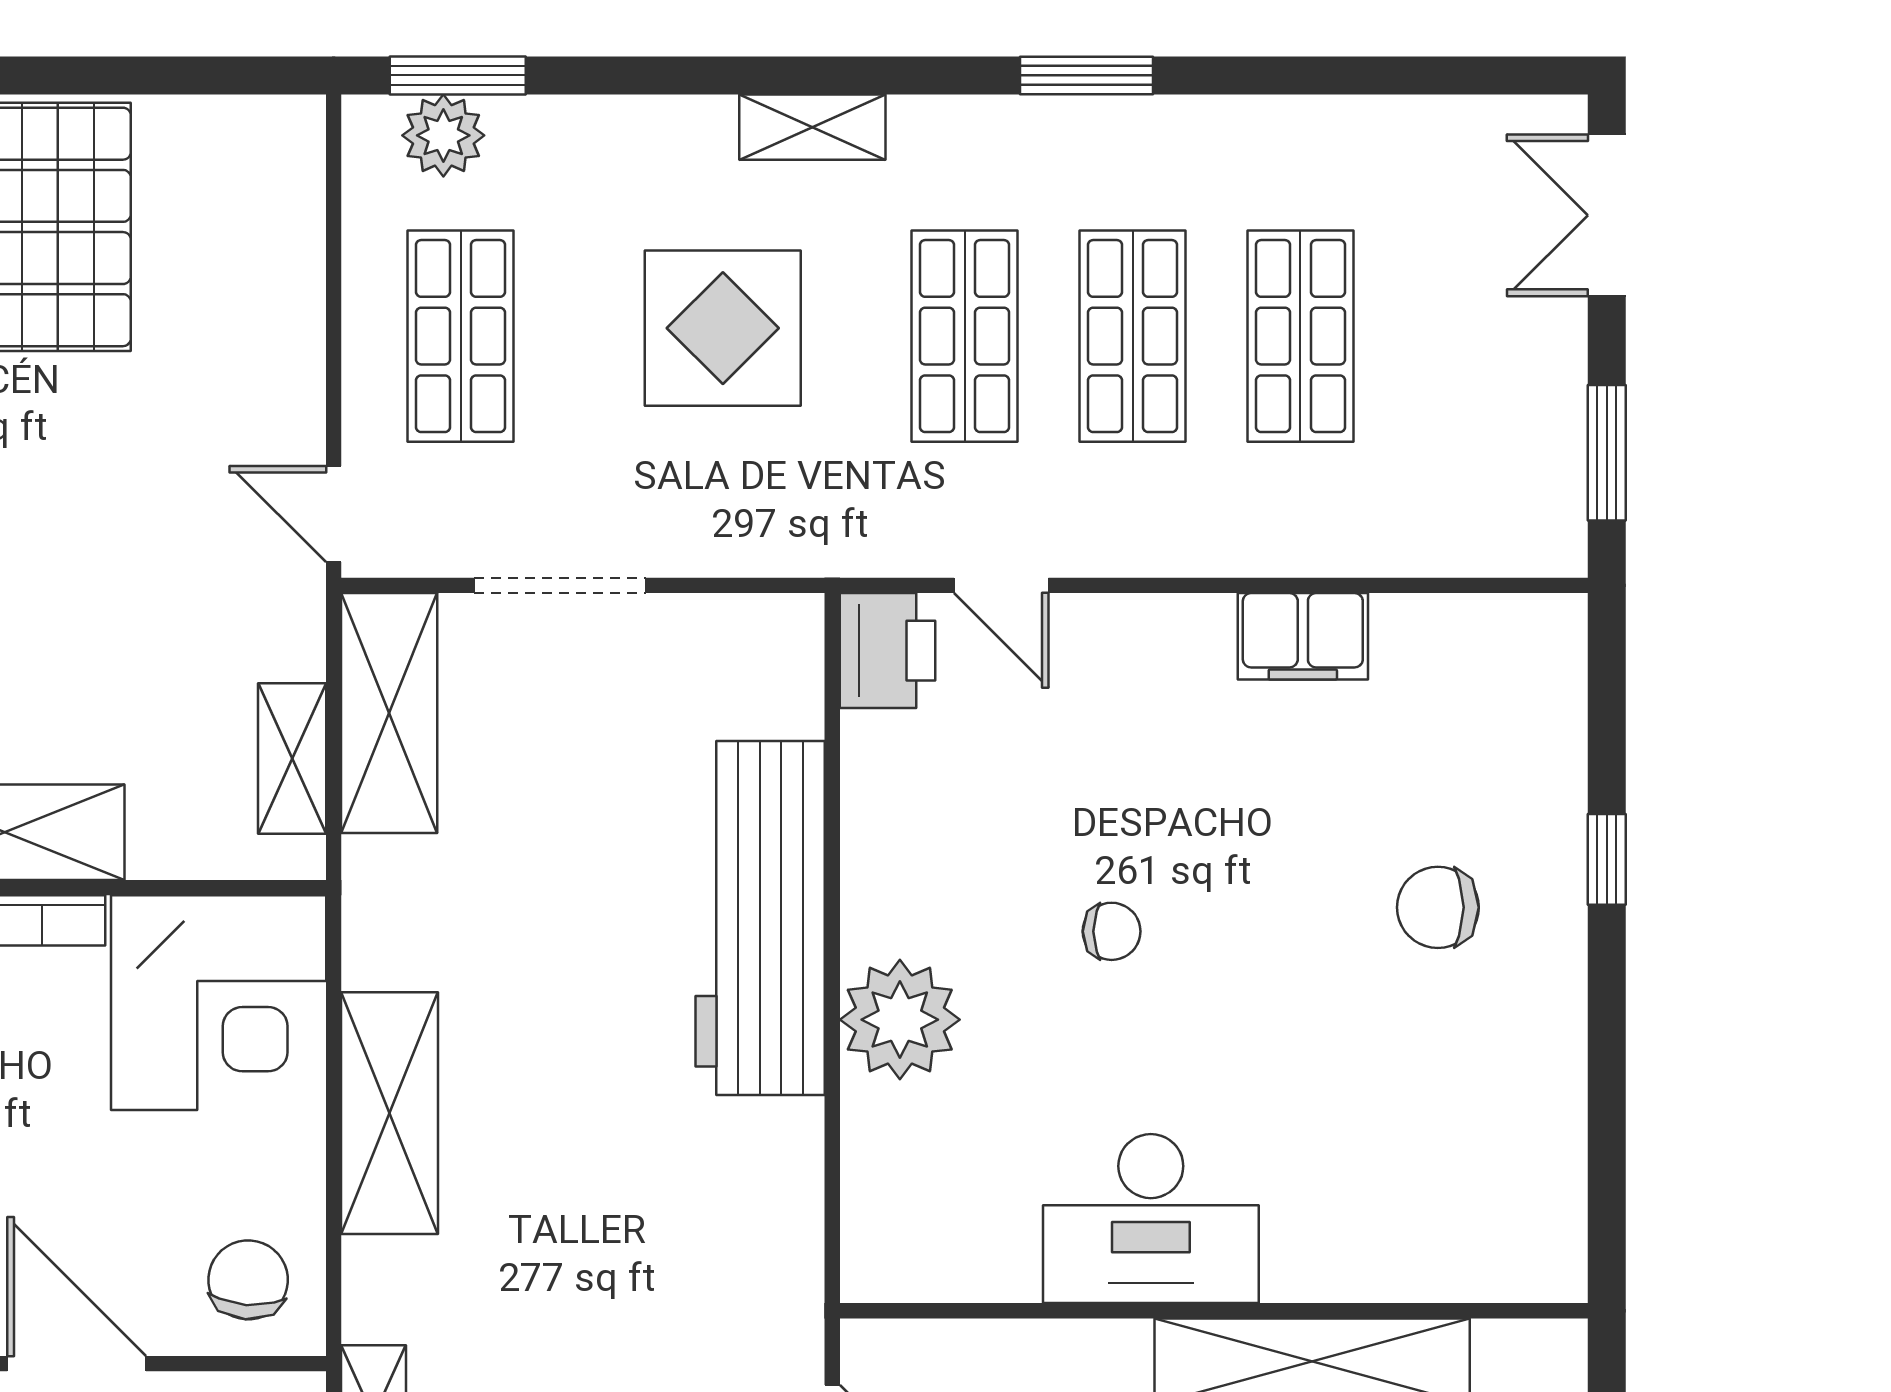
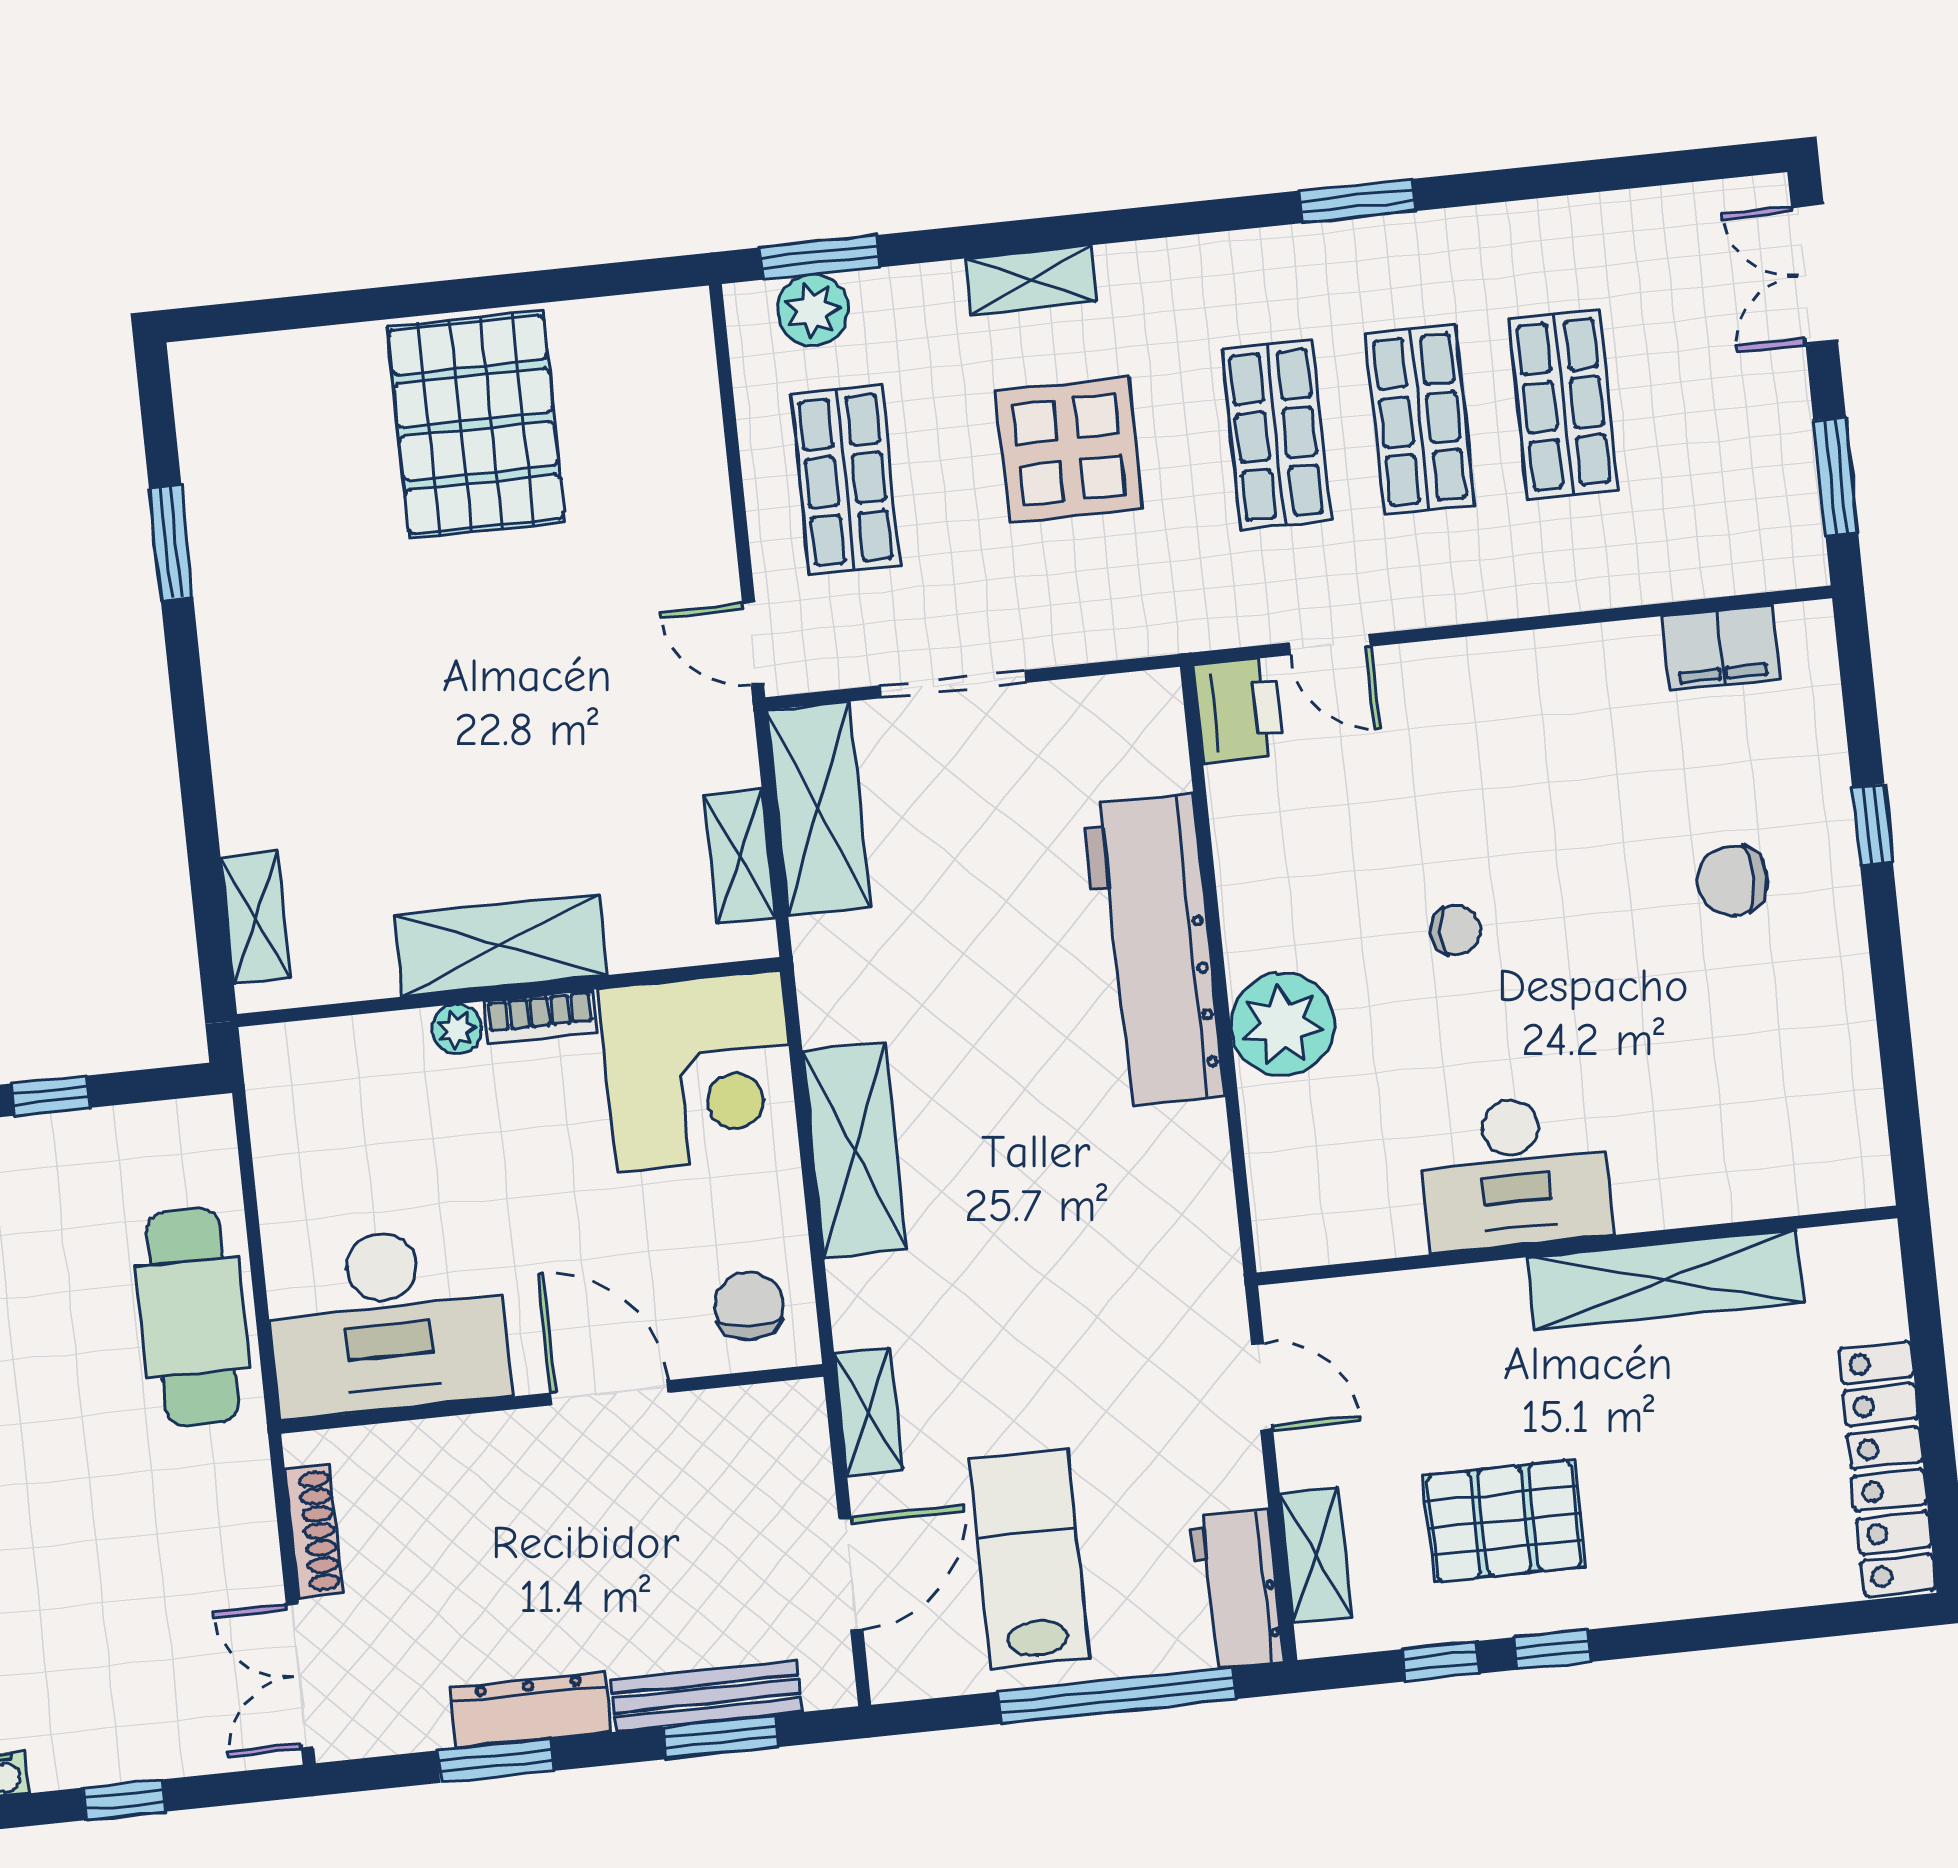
shelving: (812, 127) -> (1031, 280), moved
filing cabinet: (1303, 636) -> (1721, 647), moved

